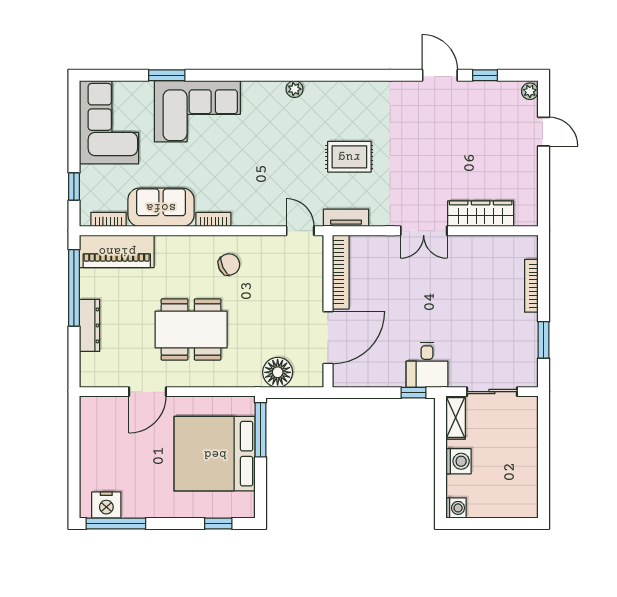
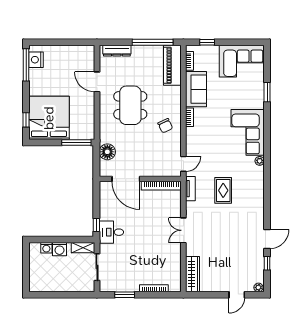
corner sofa: (197, 111) -> (248, 132), moved
wardrobe: (481, 214) -> (193, 274), moved
dresser: (89, 325) -> (117, 51), moved
bed: (215, 454) -> (49, 118), moved
washing machine: (456, 508) -> (46, 248), moved

